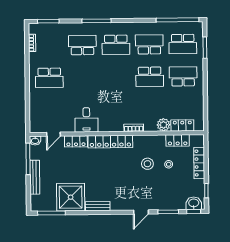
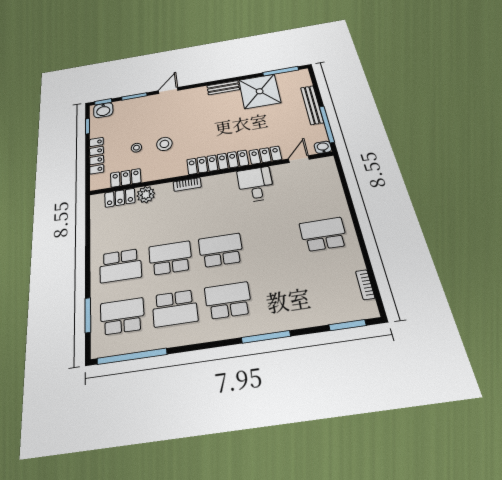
school desk: (82, 45) -> (221, 250), moved, turned 180

